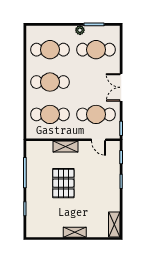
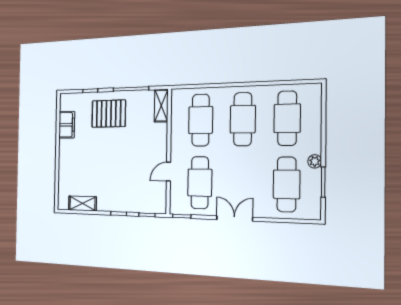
door: (98, 140) -> (168, 172), moved
shelving: (66, 146) -> (161, 106), moved
pallet: (63, 183) -> (109, 114), moved
shelving: (114, 225) -> (82, 203), moved
filing cabinet: (52, 230) -> (67, 125), added
shelving: (75, 232) -> (64, 153), removed

